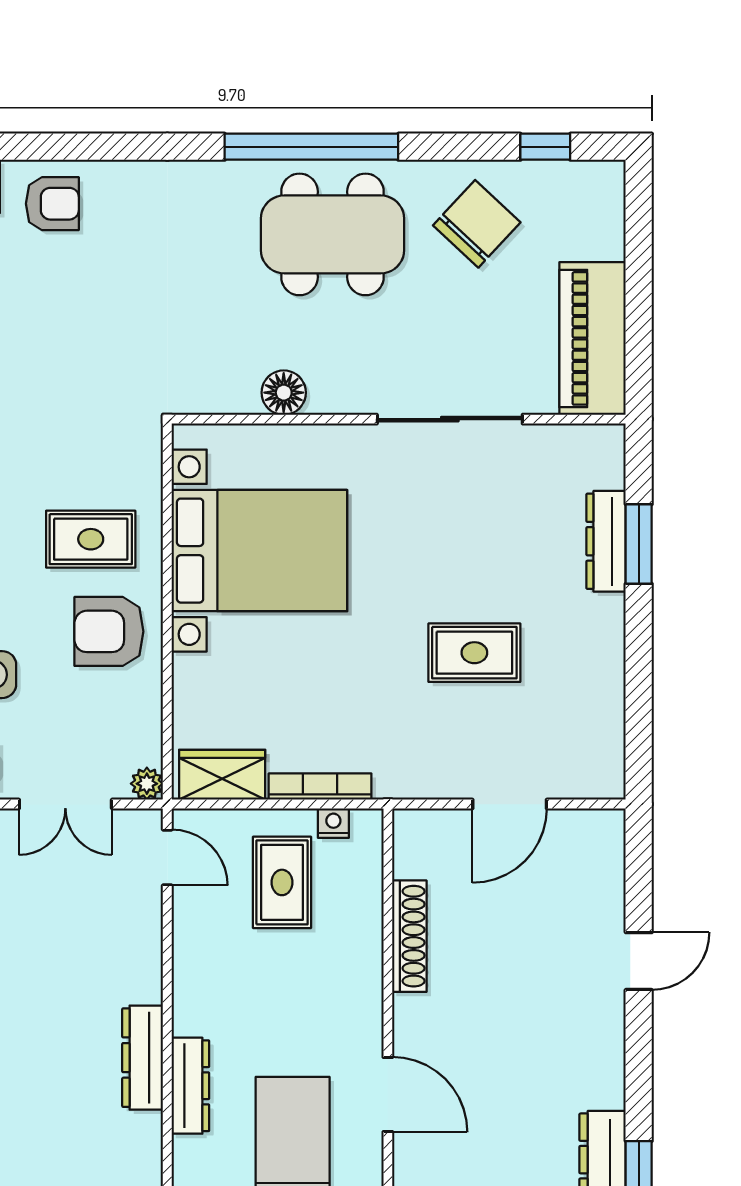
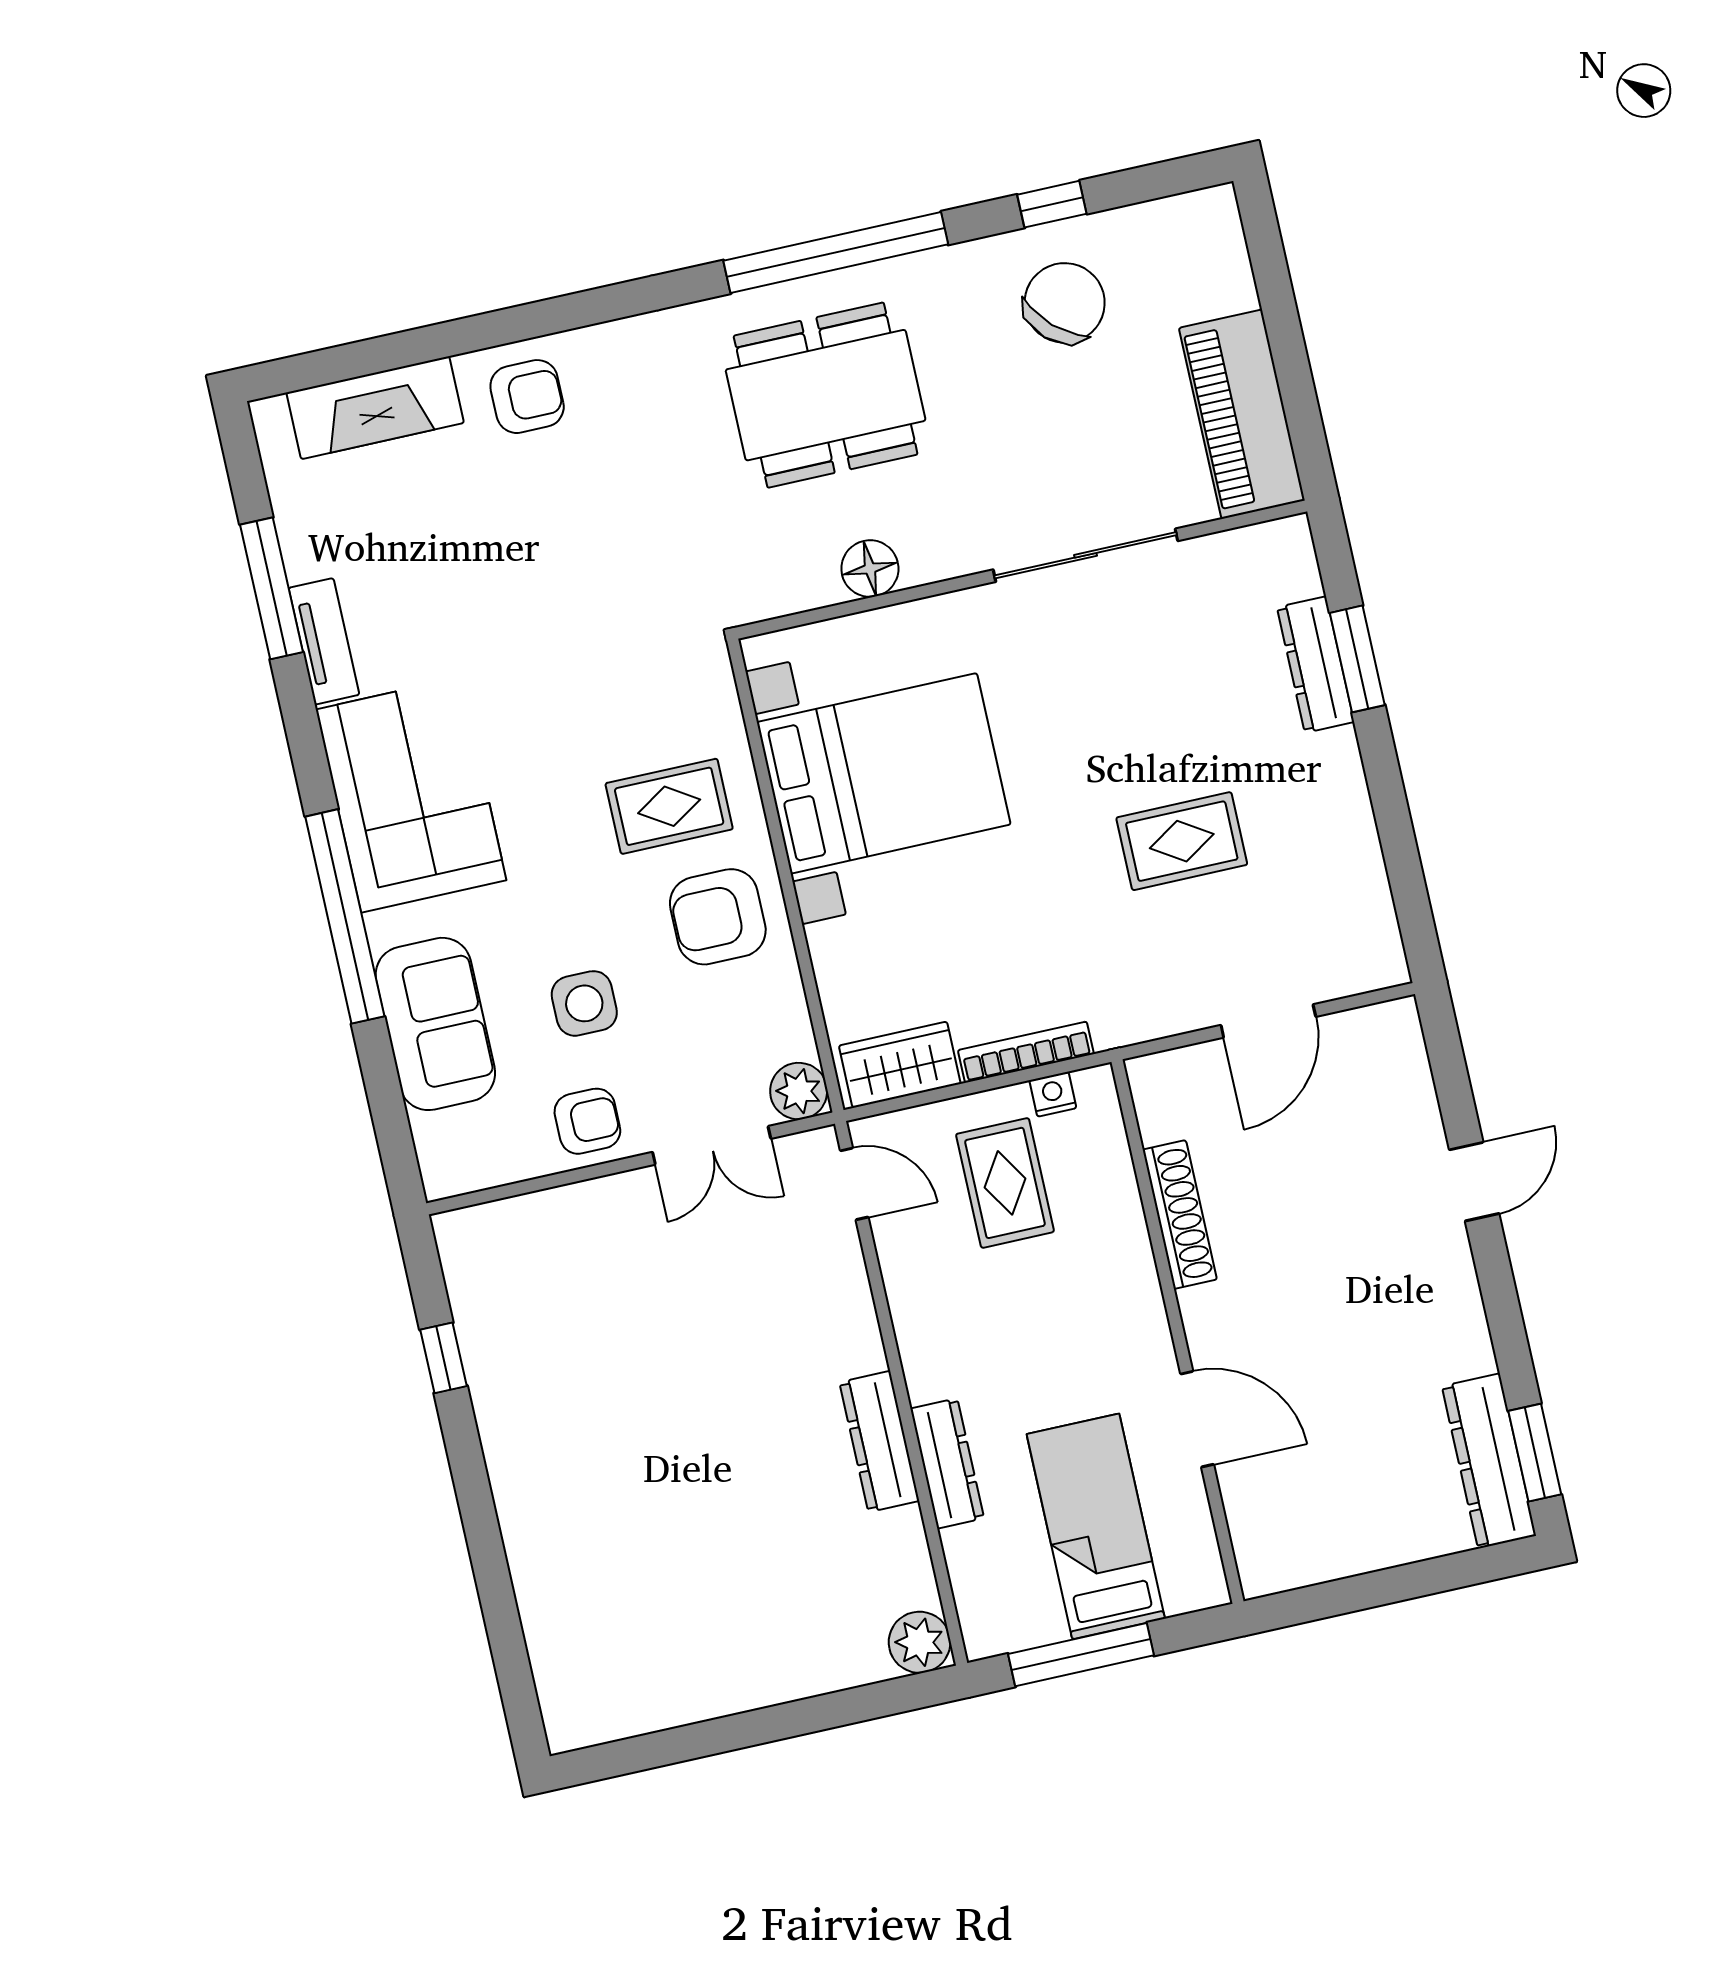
window: (545, 147) -> (1052, 204), moved
dining table: (332, 234) -> (826, 395), moved
plant: (147, 784) -> (799, 1091), width x1.38, depth x1.38

